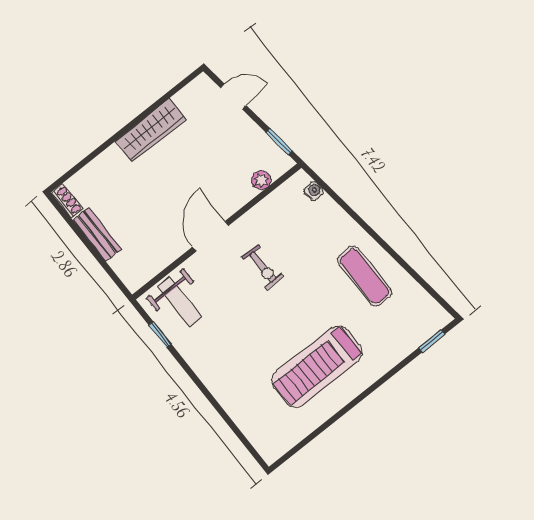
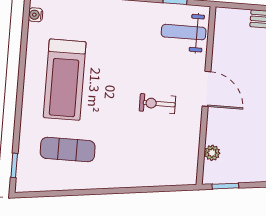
water cooler: (313, 191) -> (35, 15), moved, turned 97
exercise mat: (364, 276) -> (68, 150), moved
treadmill: (317, 367) -> (65, 80), turned 180

